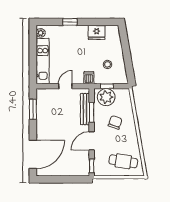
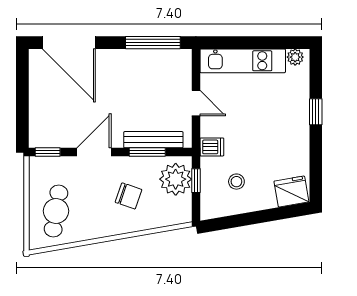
fridge: (97, 32) -> (291, 192), moved, turned 80
window: (33, 109) -> (153, 43), width x1.44
door: (92, 141) -> (94, 152), hinge flipped

